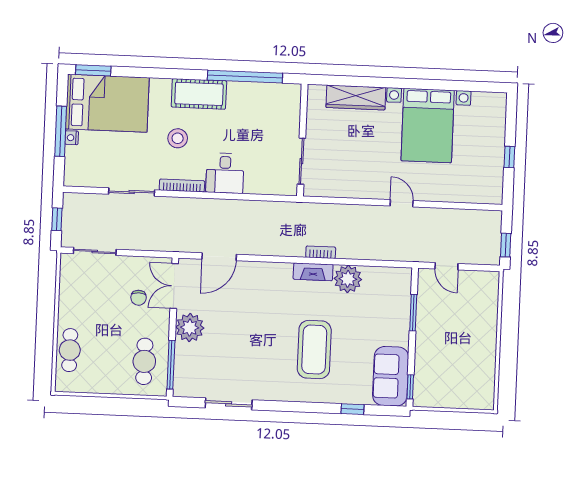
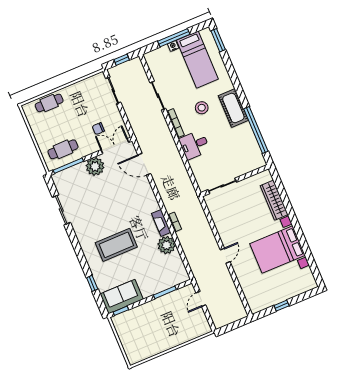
bed: (107, 103) -> (197, 60), width x0.67
window: (506, 245) -> (229, 328), removed

